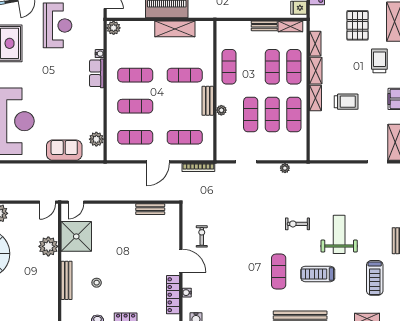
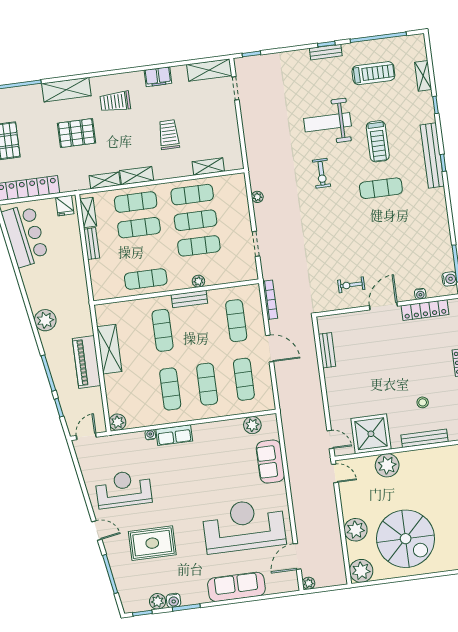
shelving: (315, 98) -> (208, 166), moved

